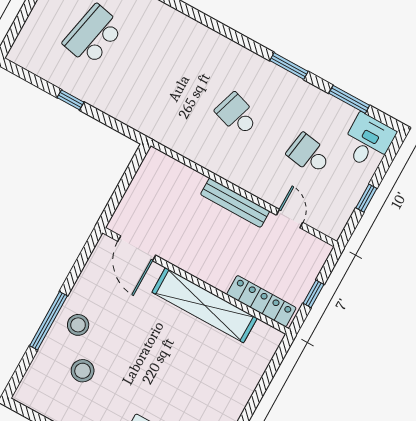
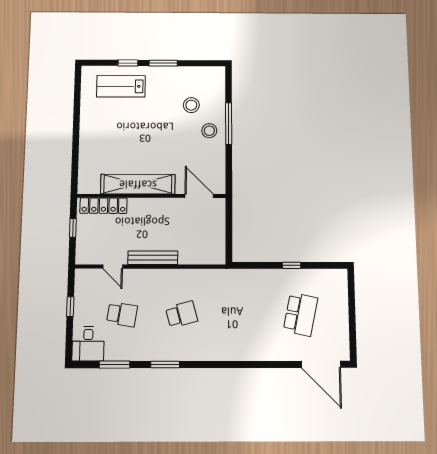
school desk: (237, 115) -> (182, 314), turned -33

